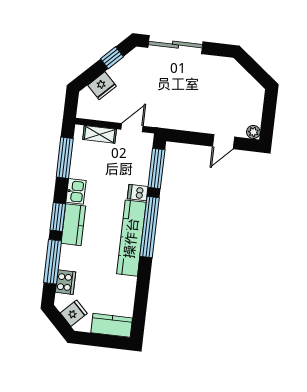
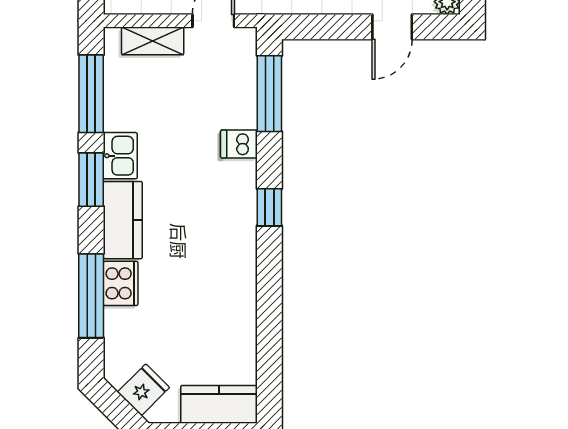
window: (58, 217) -> (91, 180), moved
window: (150, 227) -> (269, 207), width x0.32
kitchen counter: (131, 238) -> (237, 233), removed
cooker: (65, 282) -> (121, 283), moved

